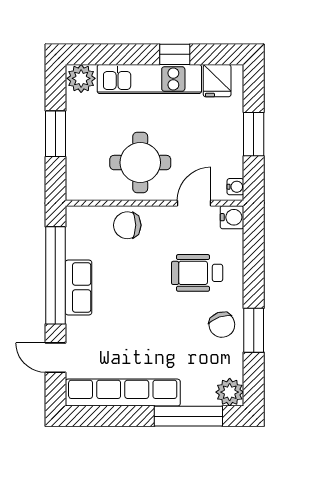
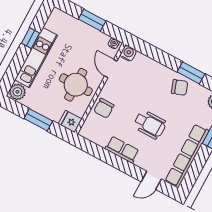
fridge: (217, 81) -> (70, 121), moved, turned 180
wheelchair: (197, 273) -> (150, 124), moved, turned -90
window: (55, 275) -> (110, 158), removed

